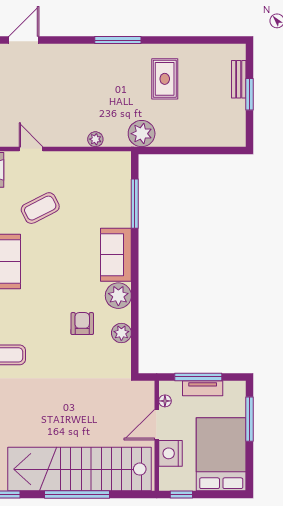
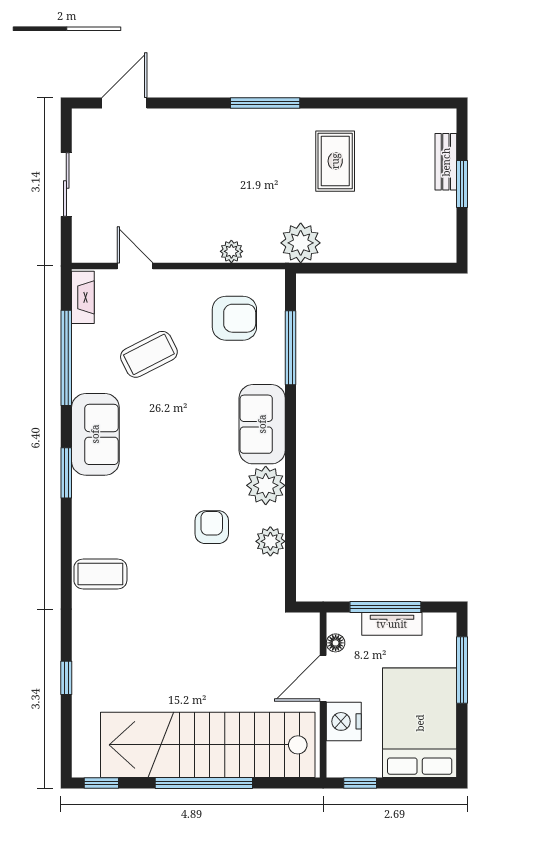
armchair: (97, 184) -> (234, 318), added

